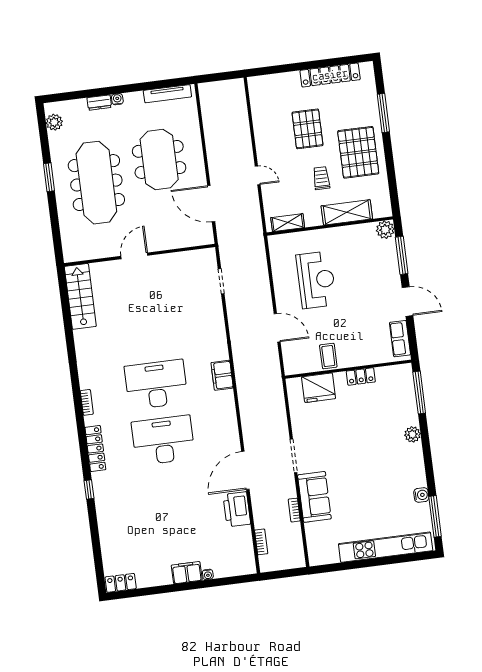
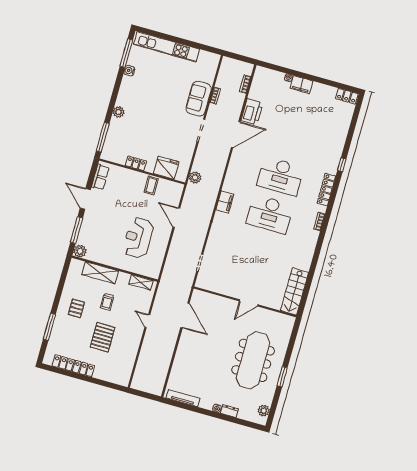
pallet: (358, 152) -> (76, 308), width x0.49, depth x0.50
meeting table: (159, 159) -> (206, 358), removed
plant: (275, 391) -> (195, 178), added

